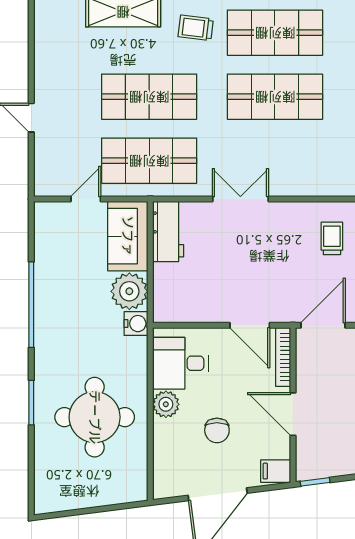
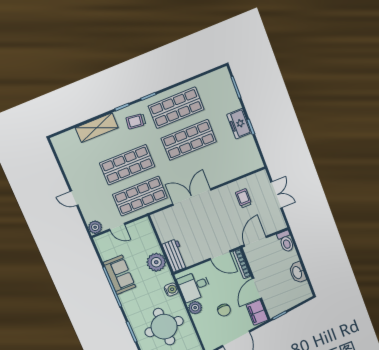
plant: (46, 184) -> (95, 227), added
door: (86, 199) -> (117, 227), swing flipped
double door: (240, 199) -> (192, 197), width x1.37
workbench: (168, 232) -> (175, 256), moved
sofa: (128, 236) -> (120, 275), moved, turned 180
water cooler: (136, 324) -> (171, 290), moved
door: (293, 414) -> (257, 288), hinge flipped
filing cabinet: (276, 471) -> (257, 313), width x2.00

